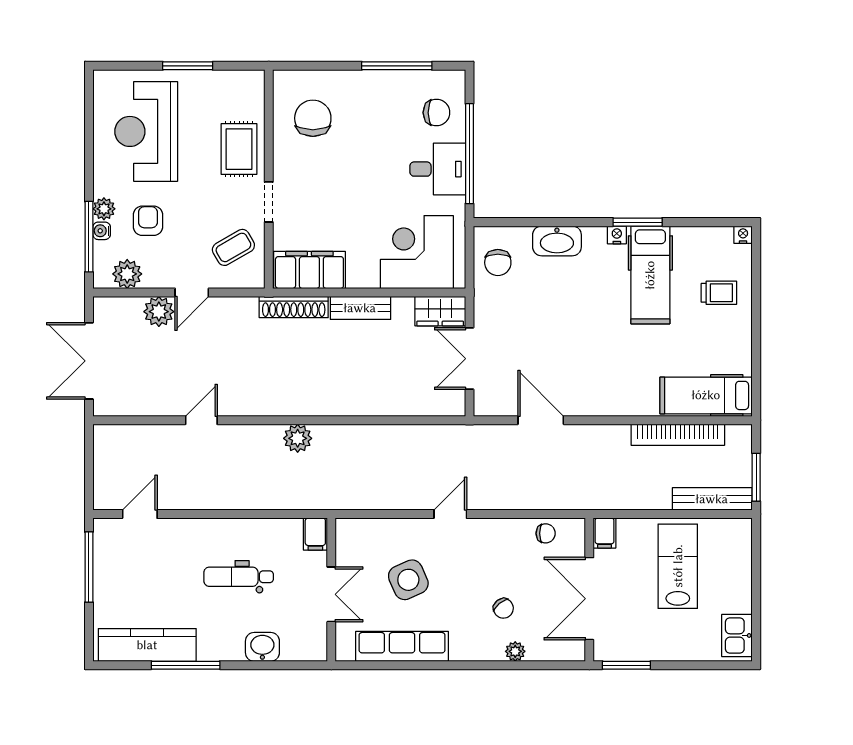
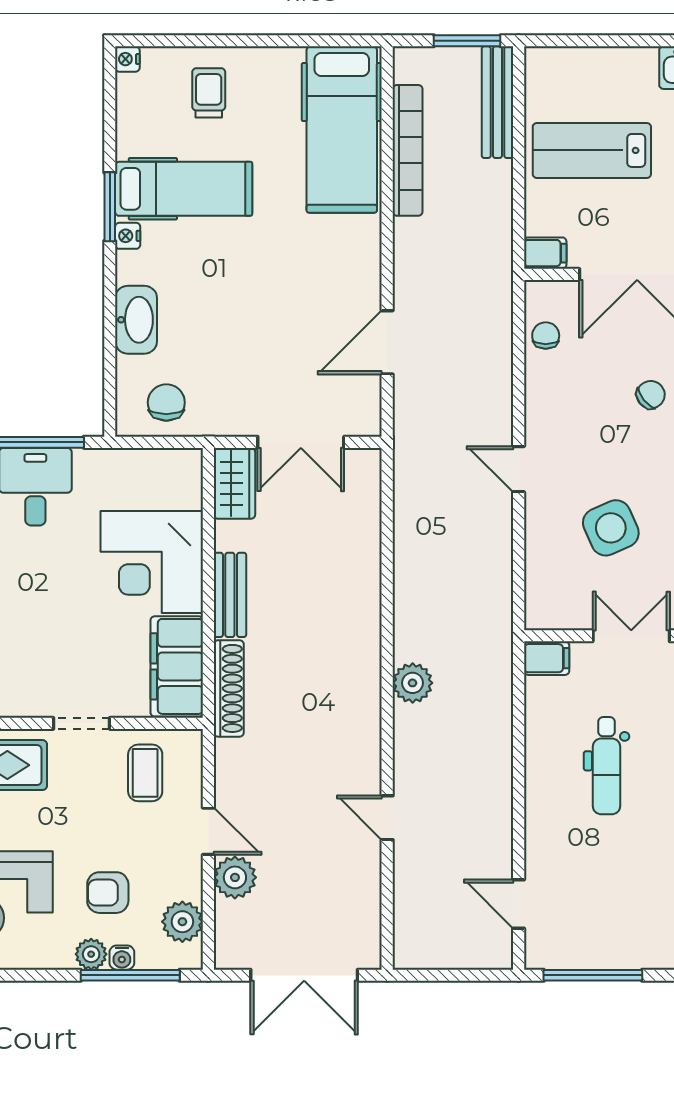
coffee table: (233, 247) -> (145, 773), turned 30
corner desk: (417, 252) -> (152, 562), moved
chair: (498, 263) -> (166, 402), turned -90
hospital bed: (706, 395) -> (342, 130), width x1.37, depth x1.29

